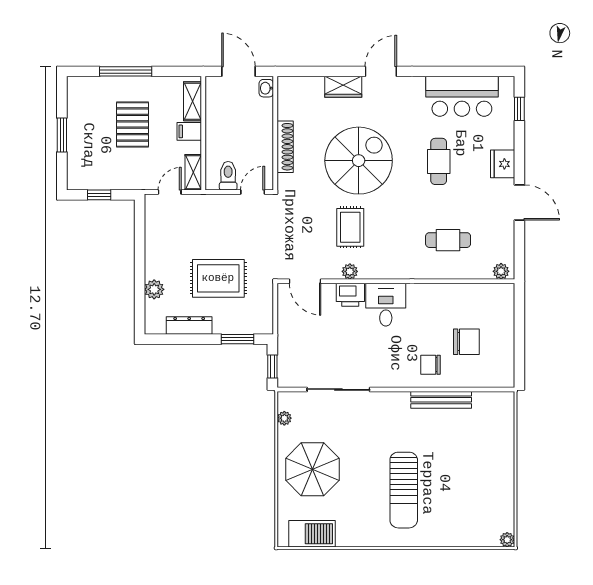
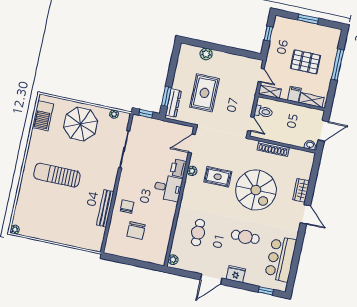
dresser: (189, 325) -> (173, 103), moved

